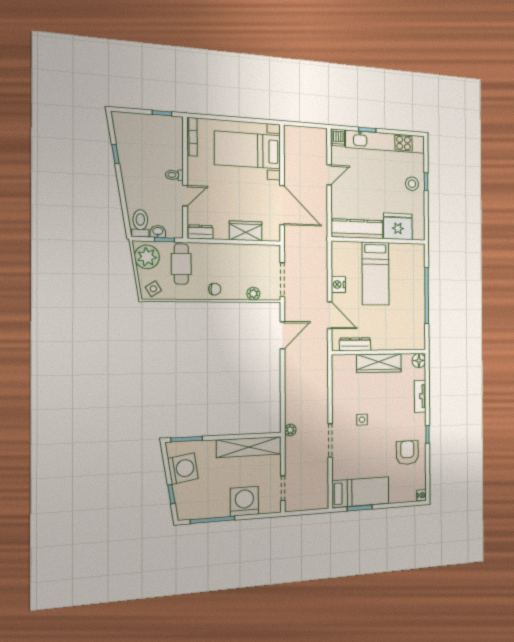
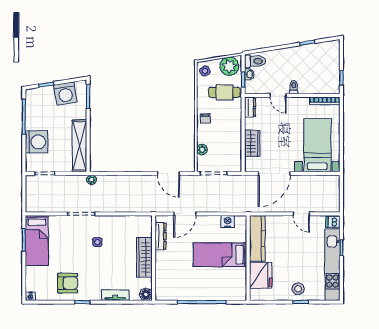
nightstand: (338, 285) -> (228, 222), moved

